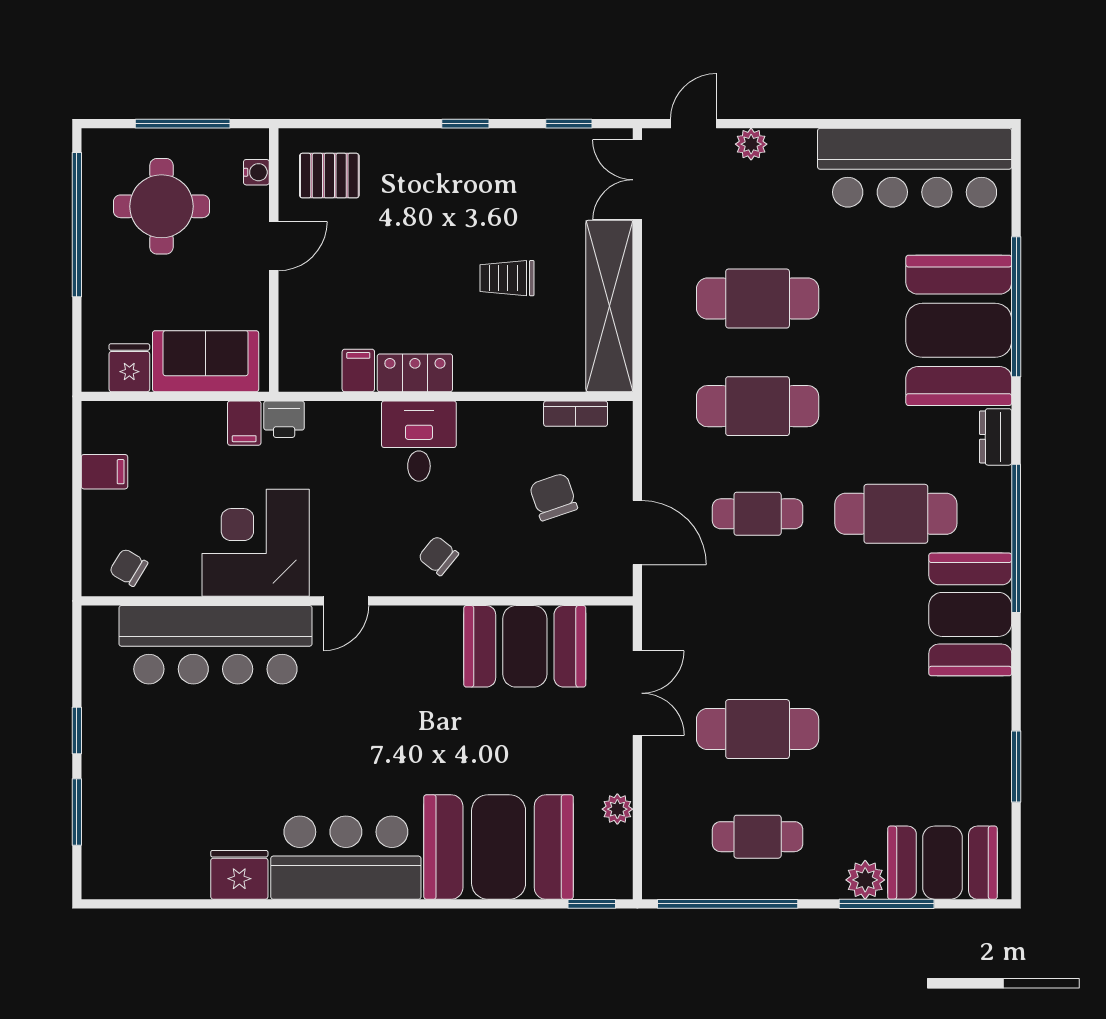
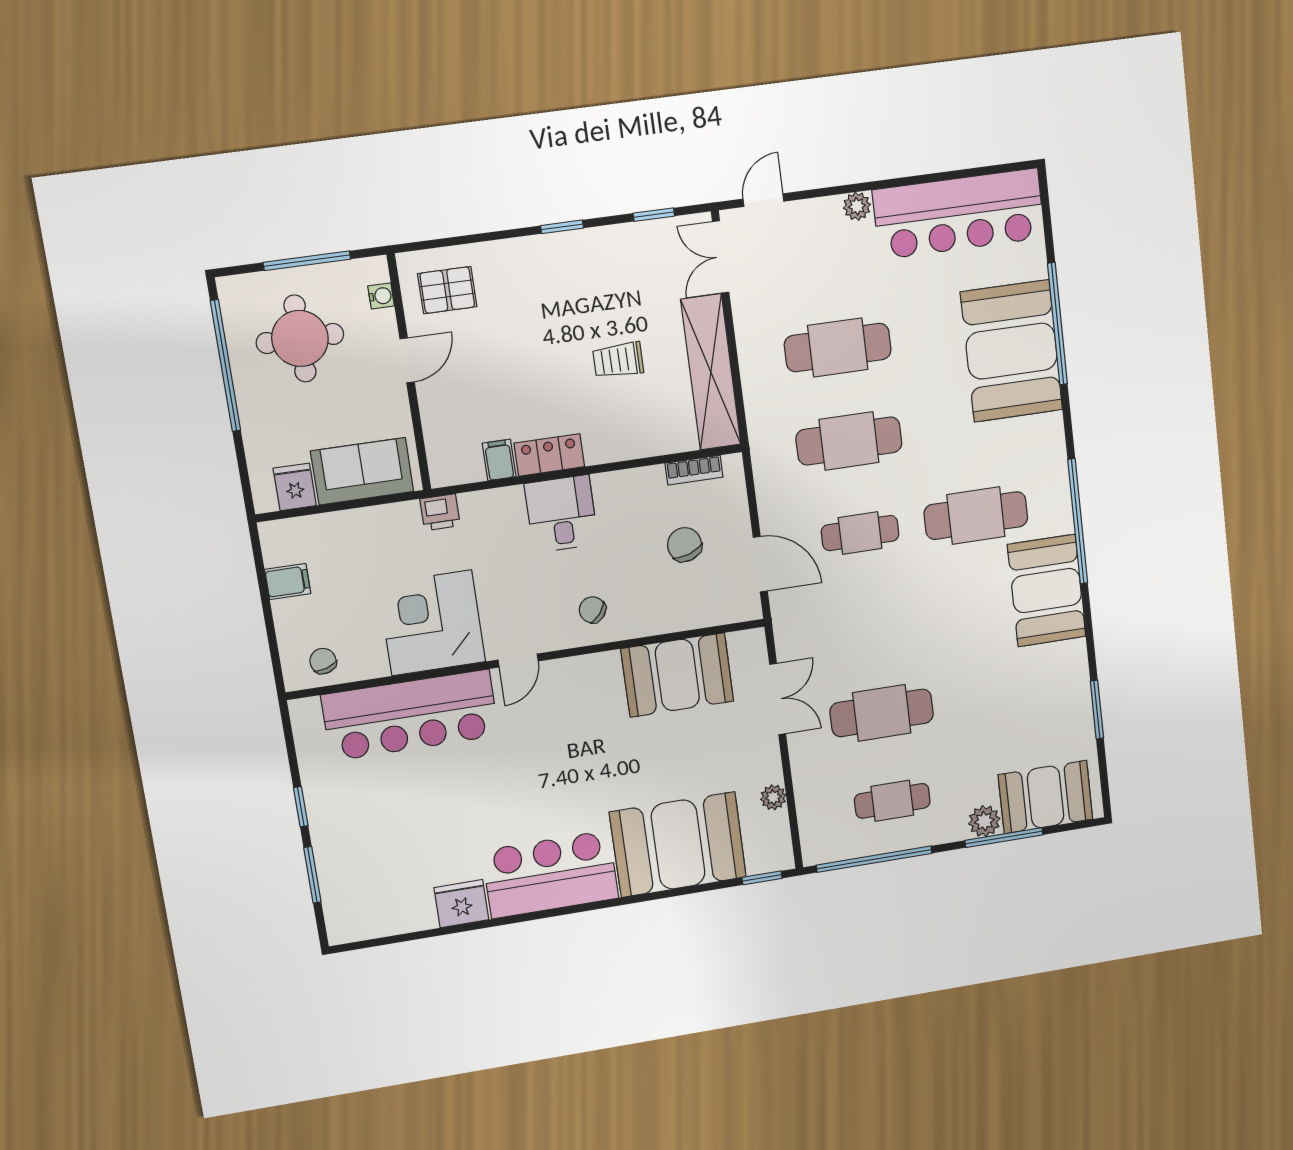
plant: (751, 144) -> (857, 206), moved
filing cabinet: (244, 423) -> (405, 521), removed
dresser: (996, 437) -> (1052, 438), removed
chair: (129, 567) -> (323, 661), turned 42

